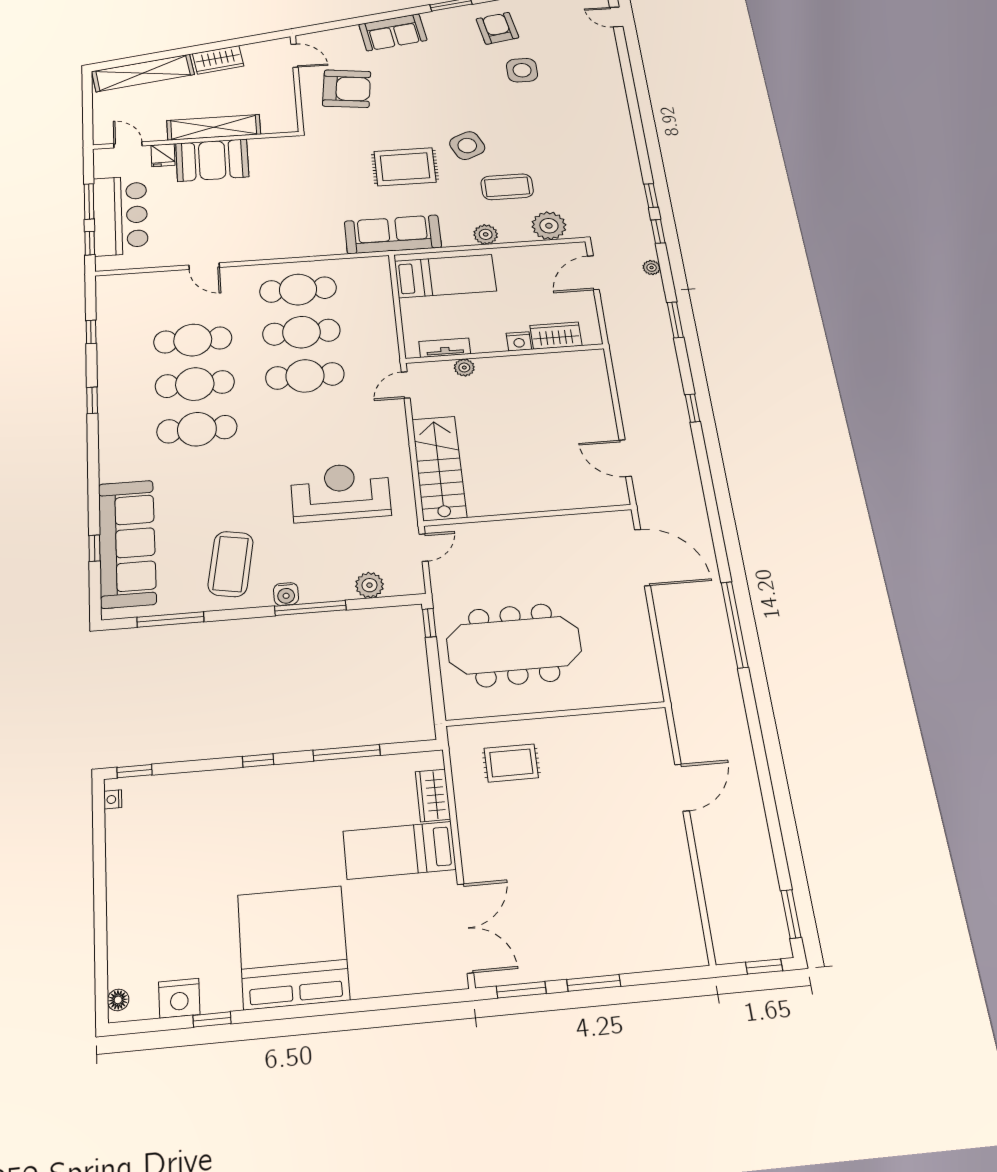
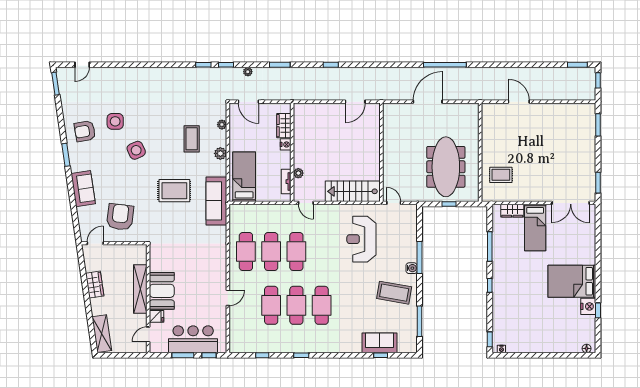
shelving: (143, 73) -> (102, 334), width x0.68
side table: (467, 146) -> (136, 150), moved
rug: (405, 167) -> (174, 191), turned 90
plant: (549, 226) -> (222, 125), width x0.53, depth x0.53
sofa: (127, 543) -> (379, 343), width x0.54, depth x0.79
door: (642, 557) -> (428, 102), moved
plant: (369, 585) -> (411, 230), removed
window: (429, 623) -> (449, 204), moved
rug: (511, 763) -> (501, 175), turned 90
double door: (465, 928) -> (571, 203), swing flipped
bed: (293, 947) -> (572, 281), width x0.73
window: (594, 983) -> (598, 125), moved
nightstand: (179, 998) -> (588, 306), moved

